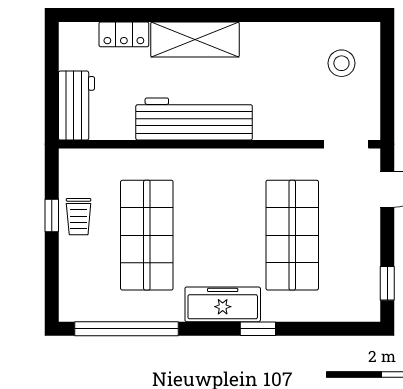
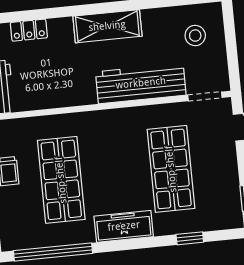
shelving: (195, 40) -> (107, 26), moved
workbench: (194, 119) -> (141, 83), moved
window: (258, 329) -> (190, 238), moved

